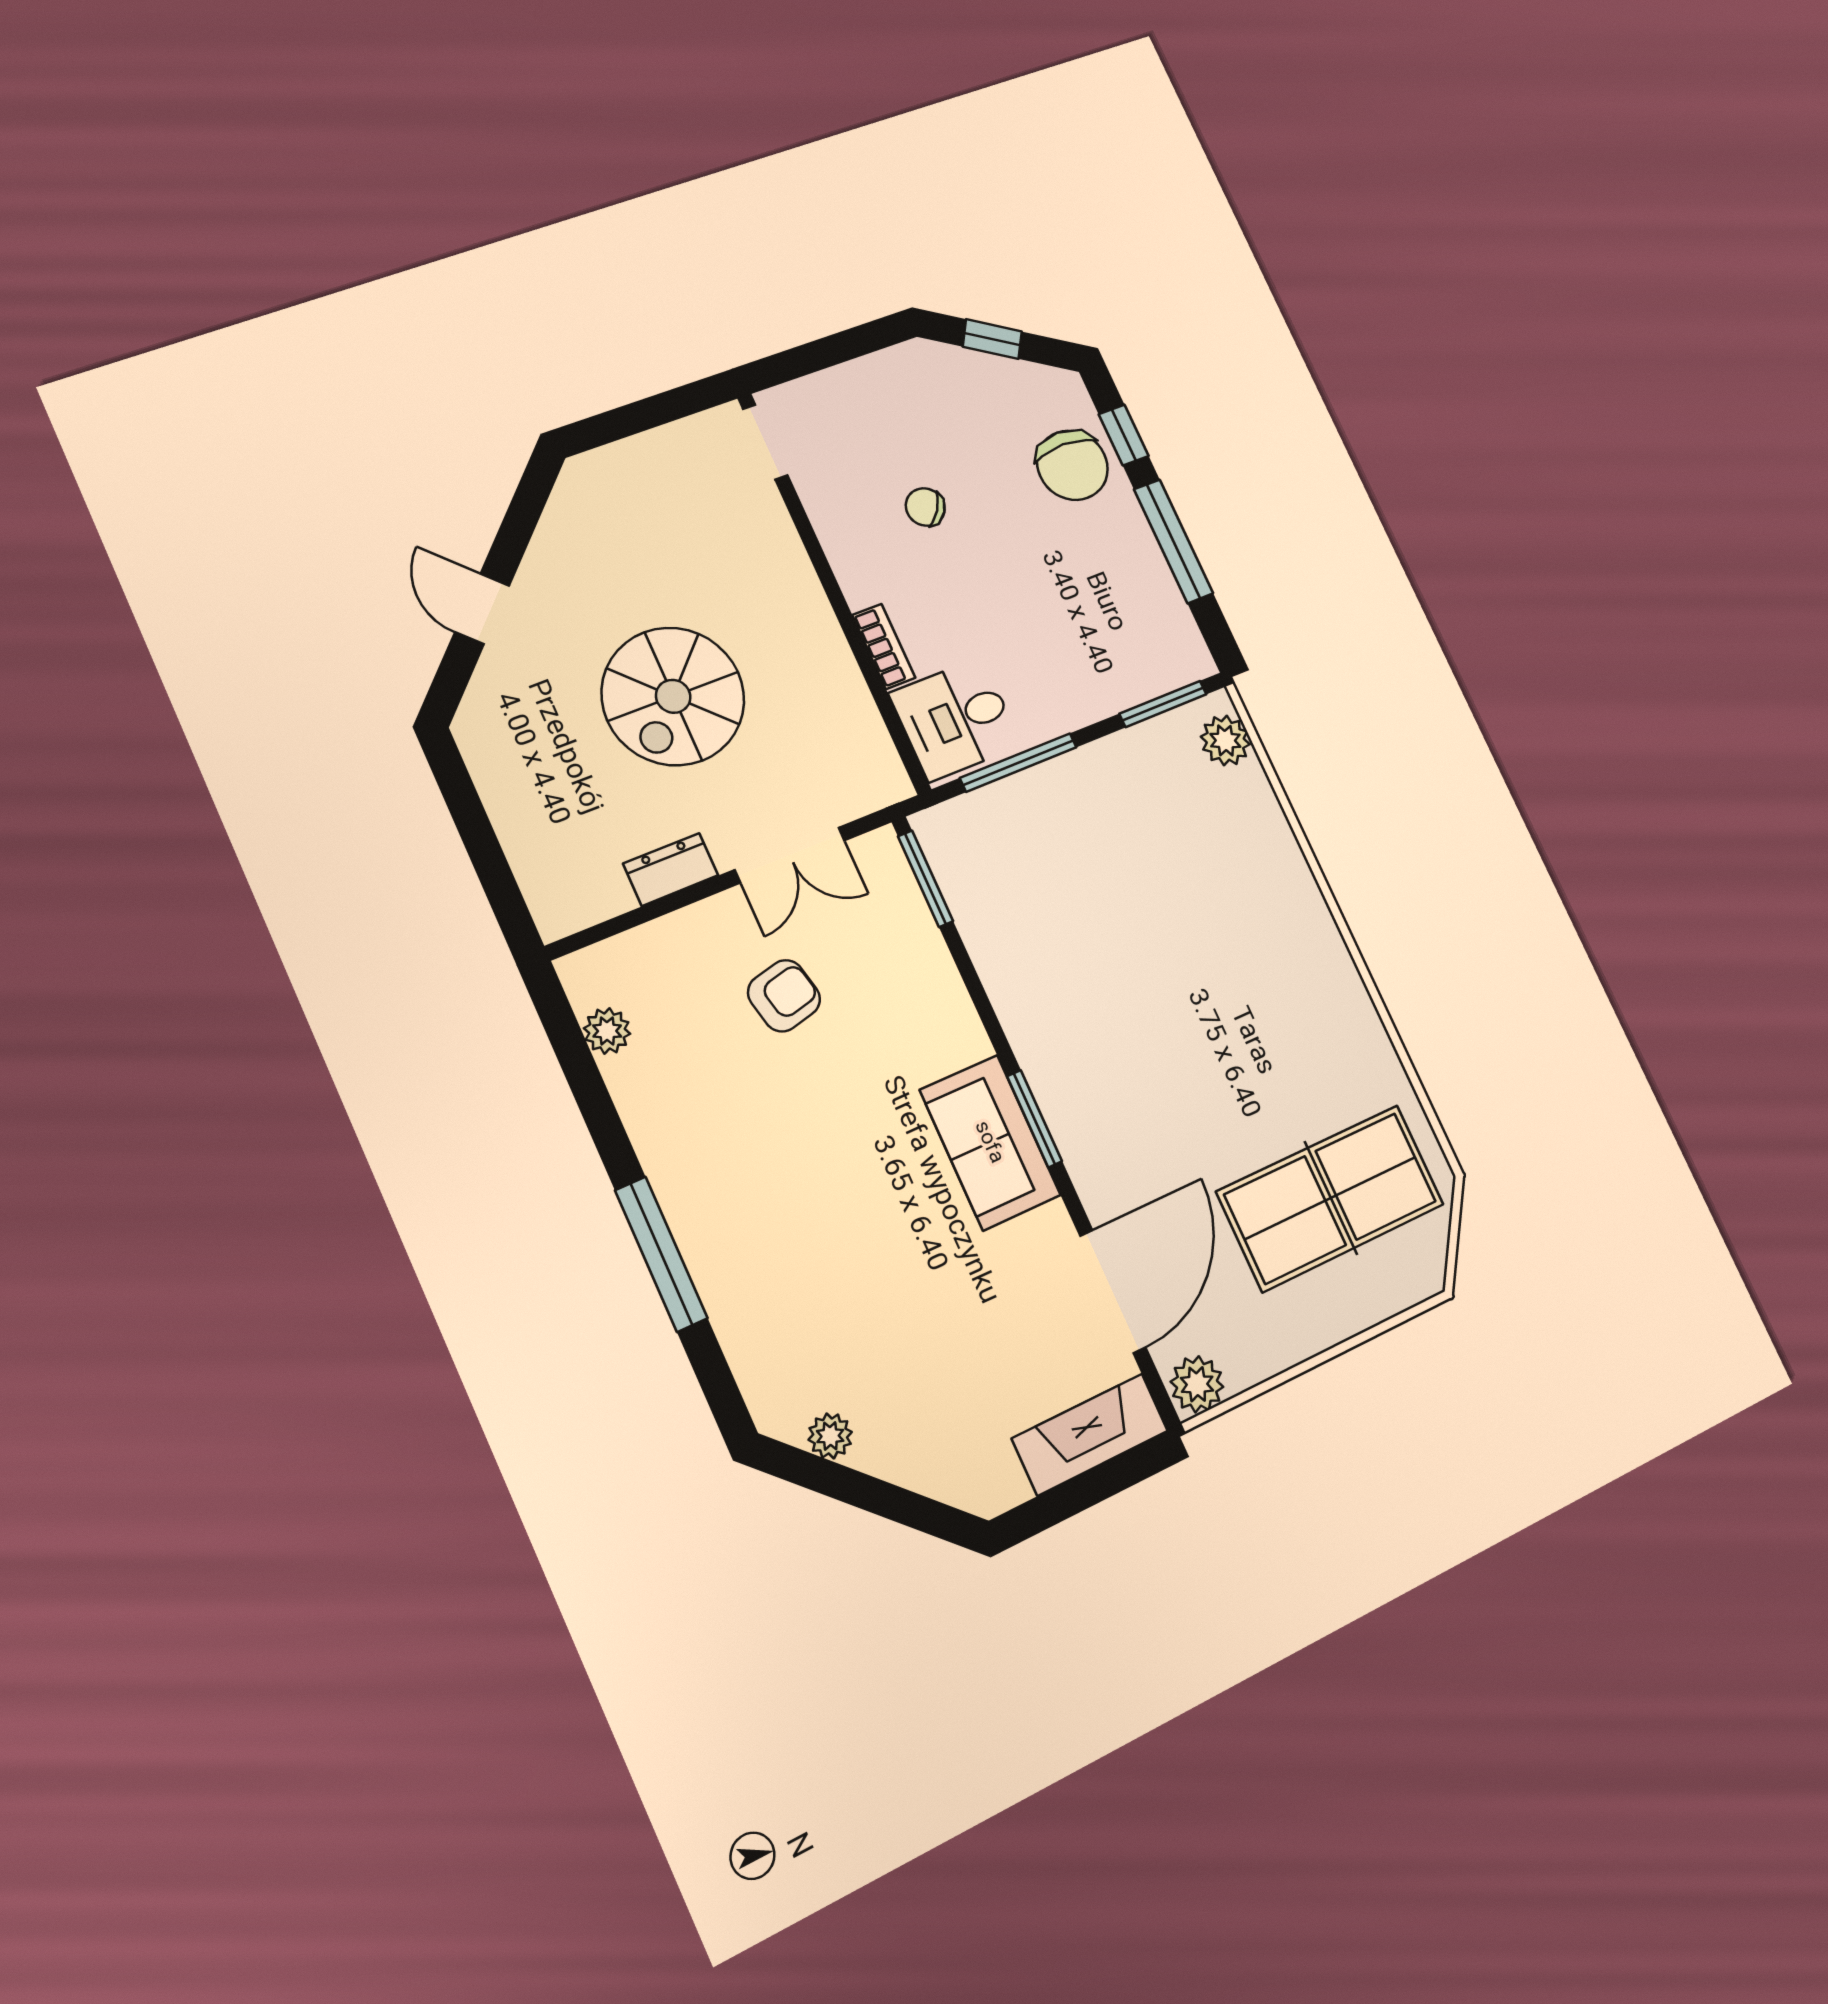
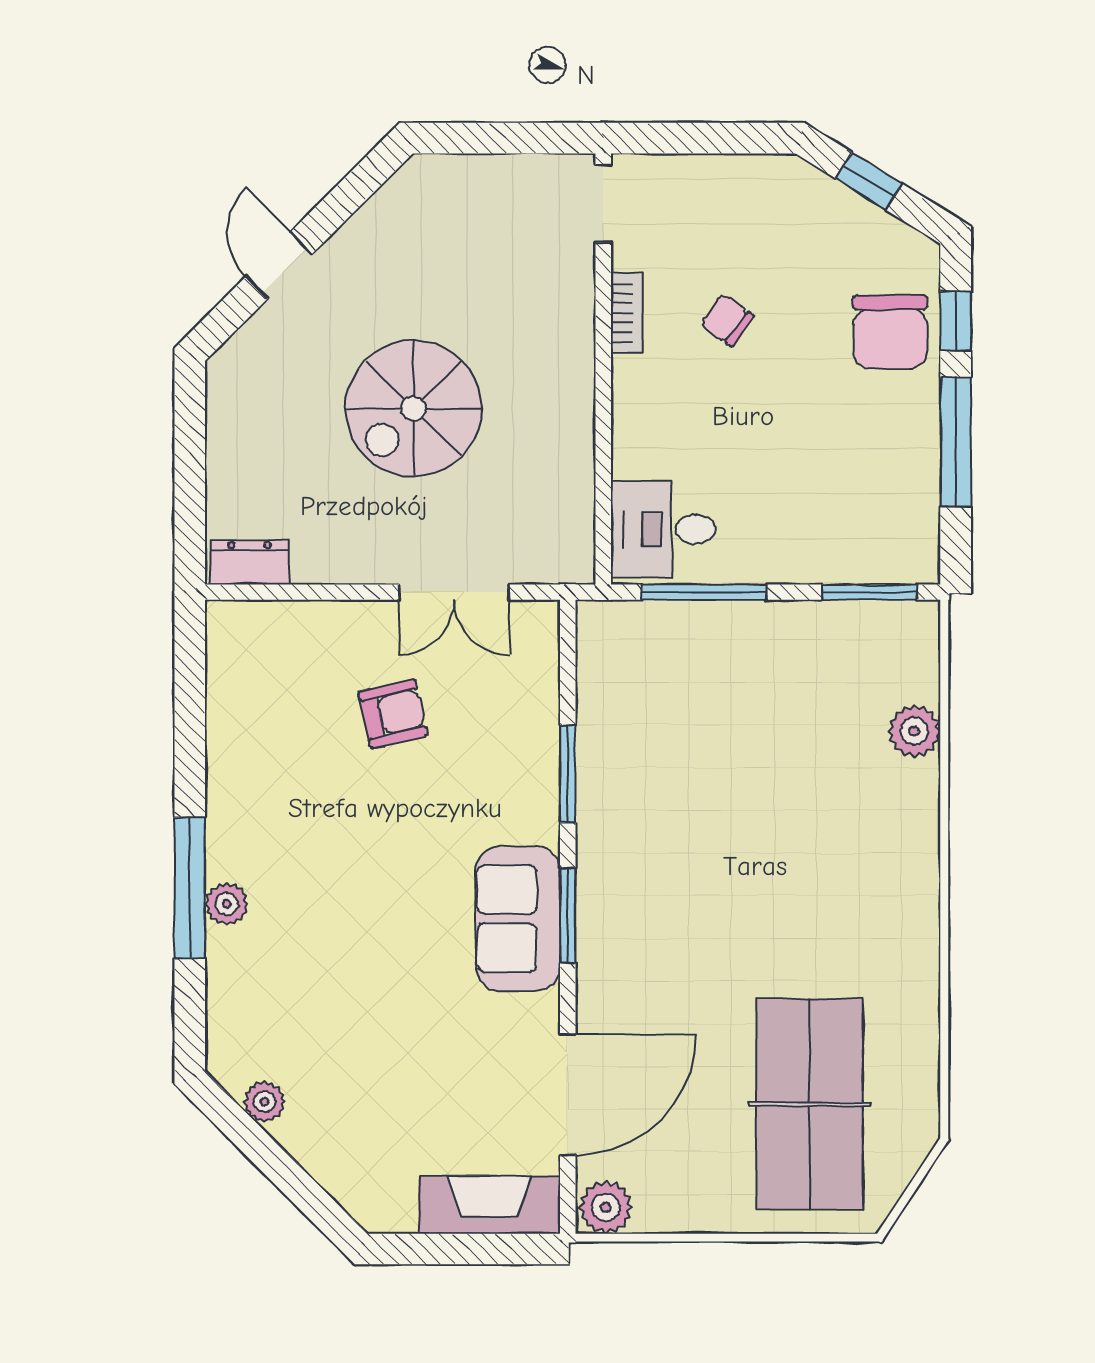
bookcase: (884, 646) -> (627, 313), moved
plant: (1225, 740) -> (914, 731), moved
dresser: (671, 869) -> (249, 562), moved
window: (925, 879) -> (568, 774), moved
plant: (607, 1031) -> (227, 904), moved
table tennis table: (1331, 1198) -> (810, 1104), turned 90

